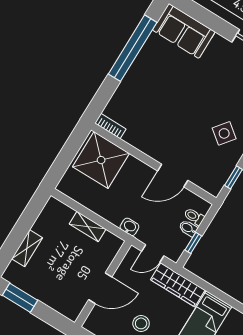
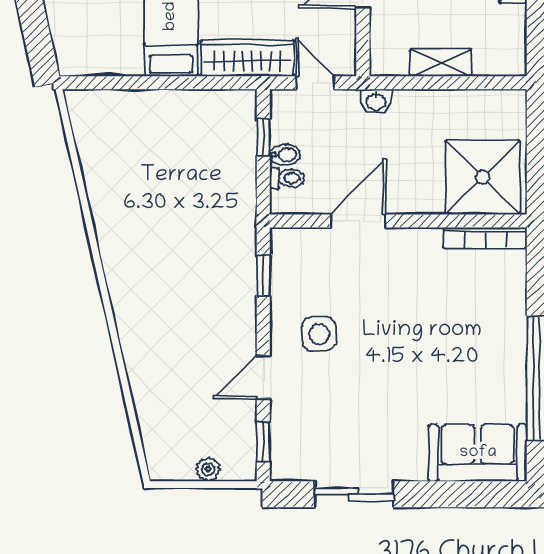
bookcase: (110, 126) -> (485, 238), width x1.56
side table: (224, 133) -> (319, 334), turned -38
door: (153, 253) -> (315, 83), hinge flipped

